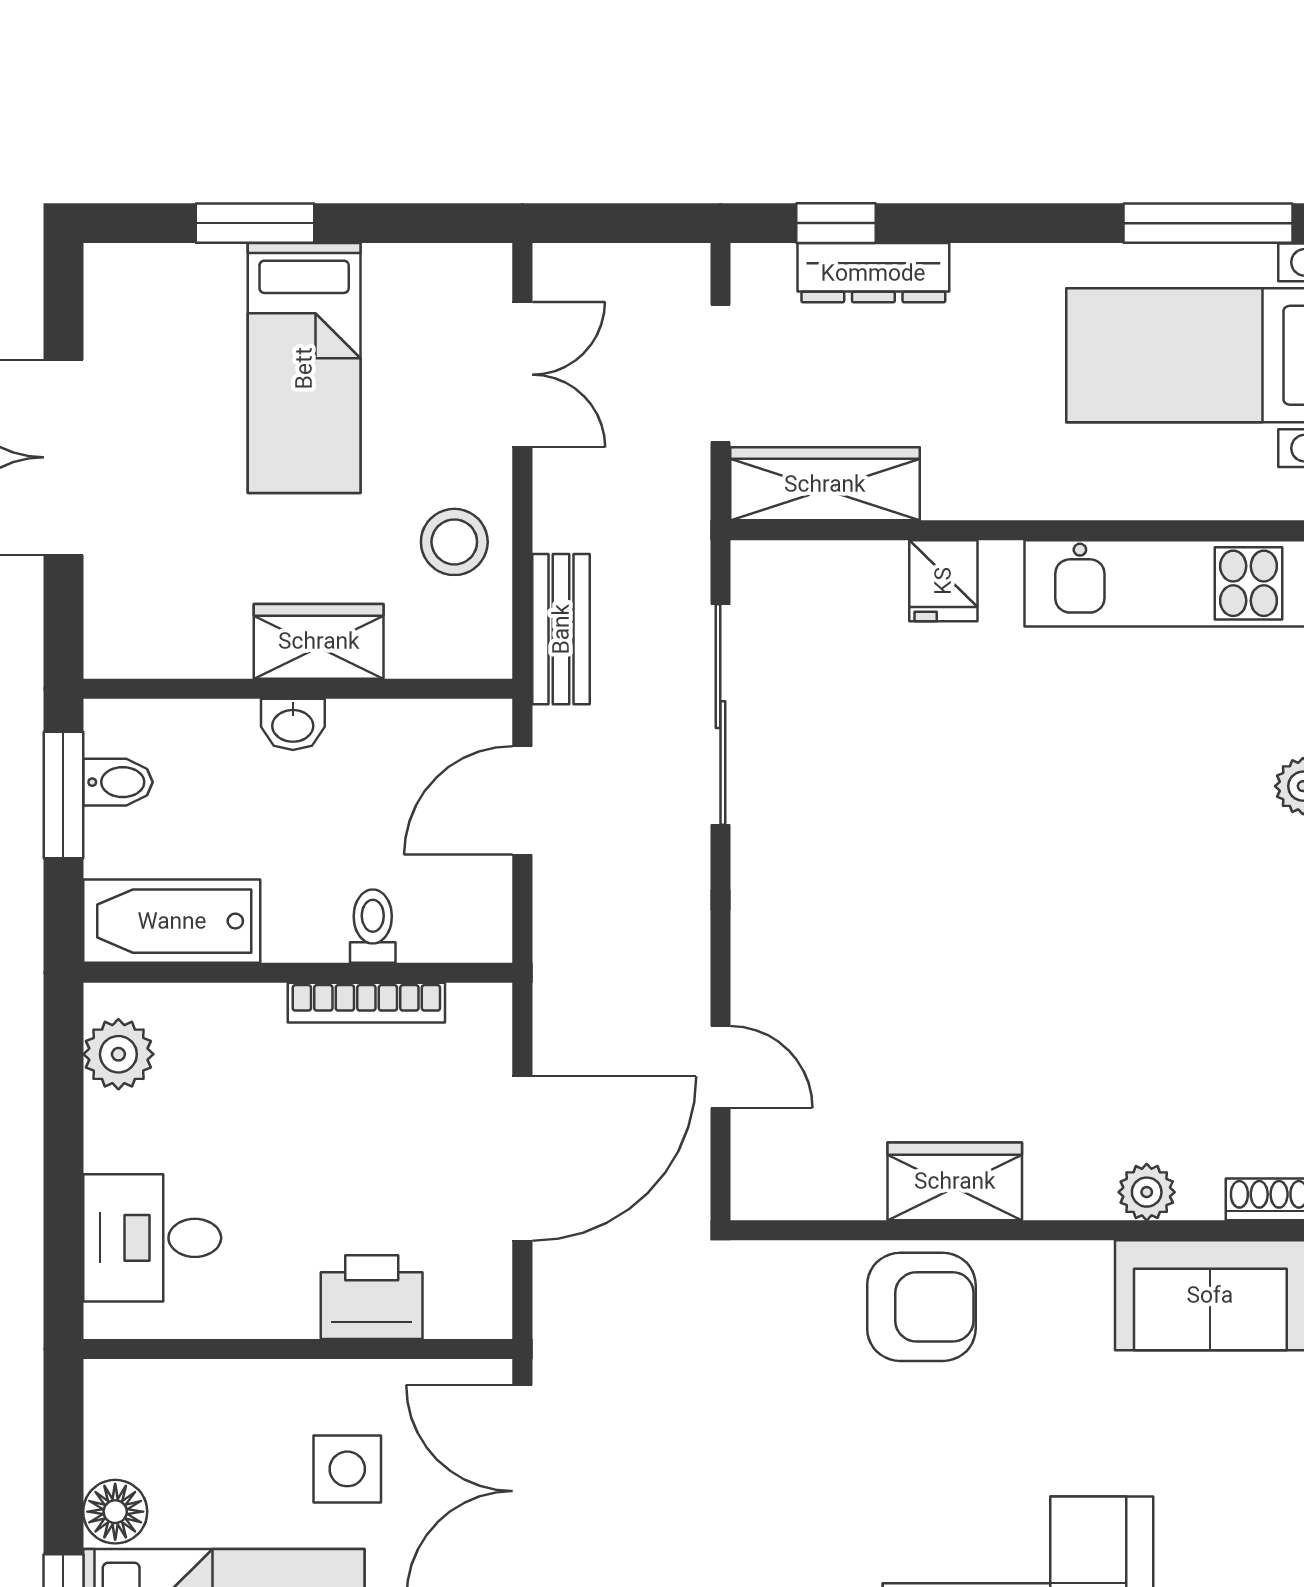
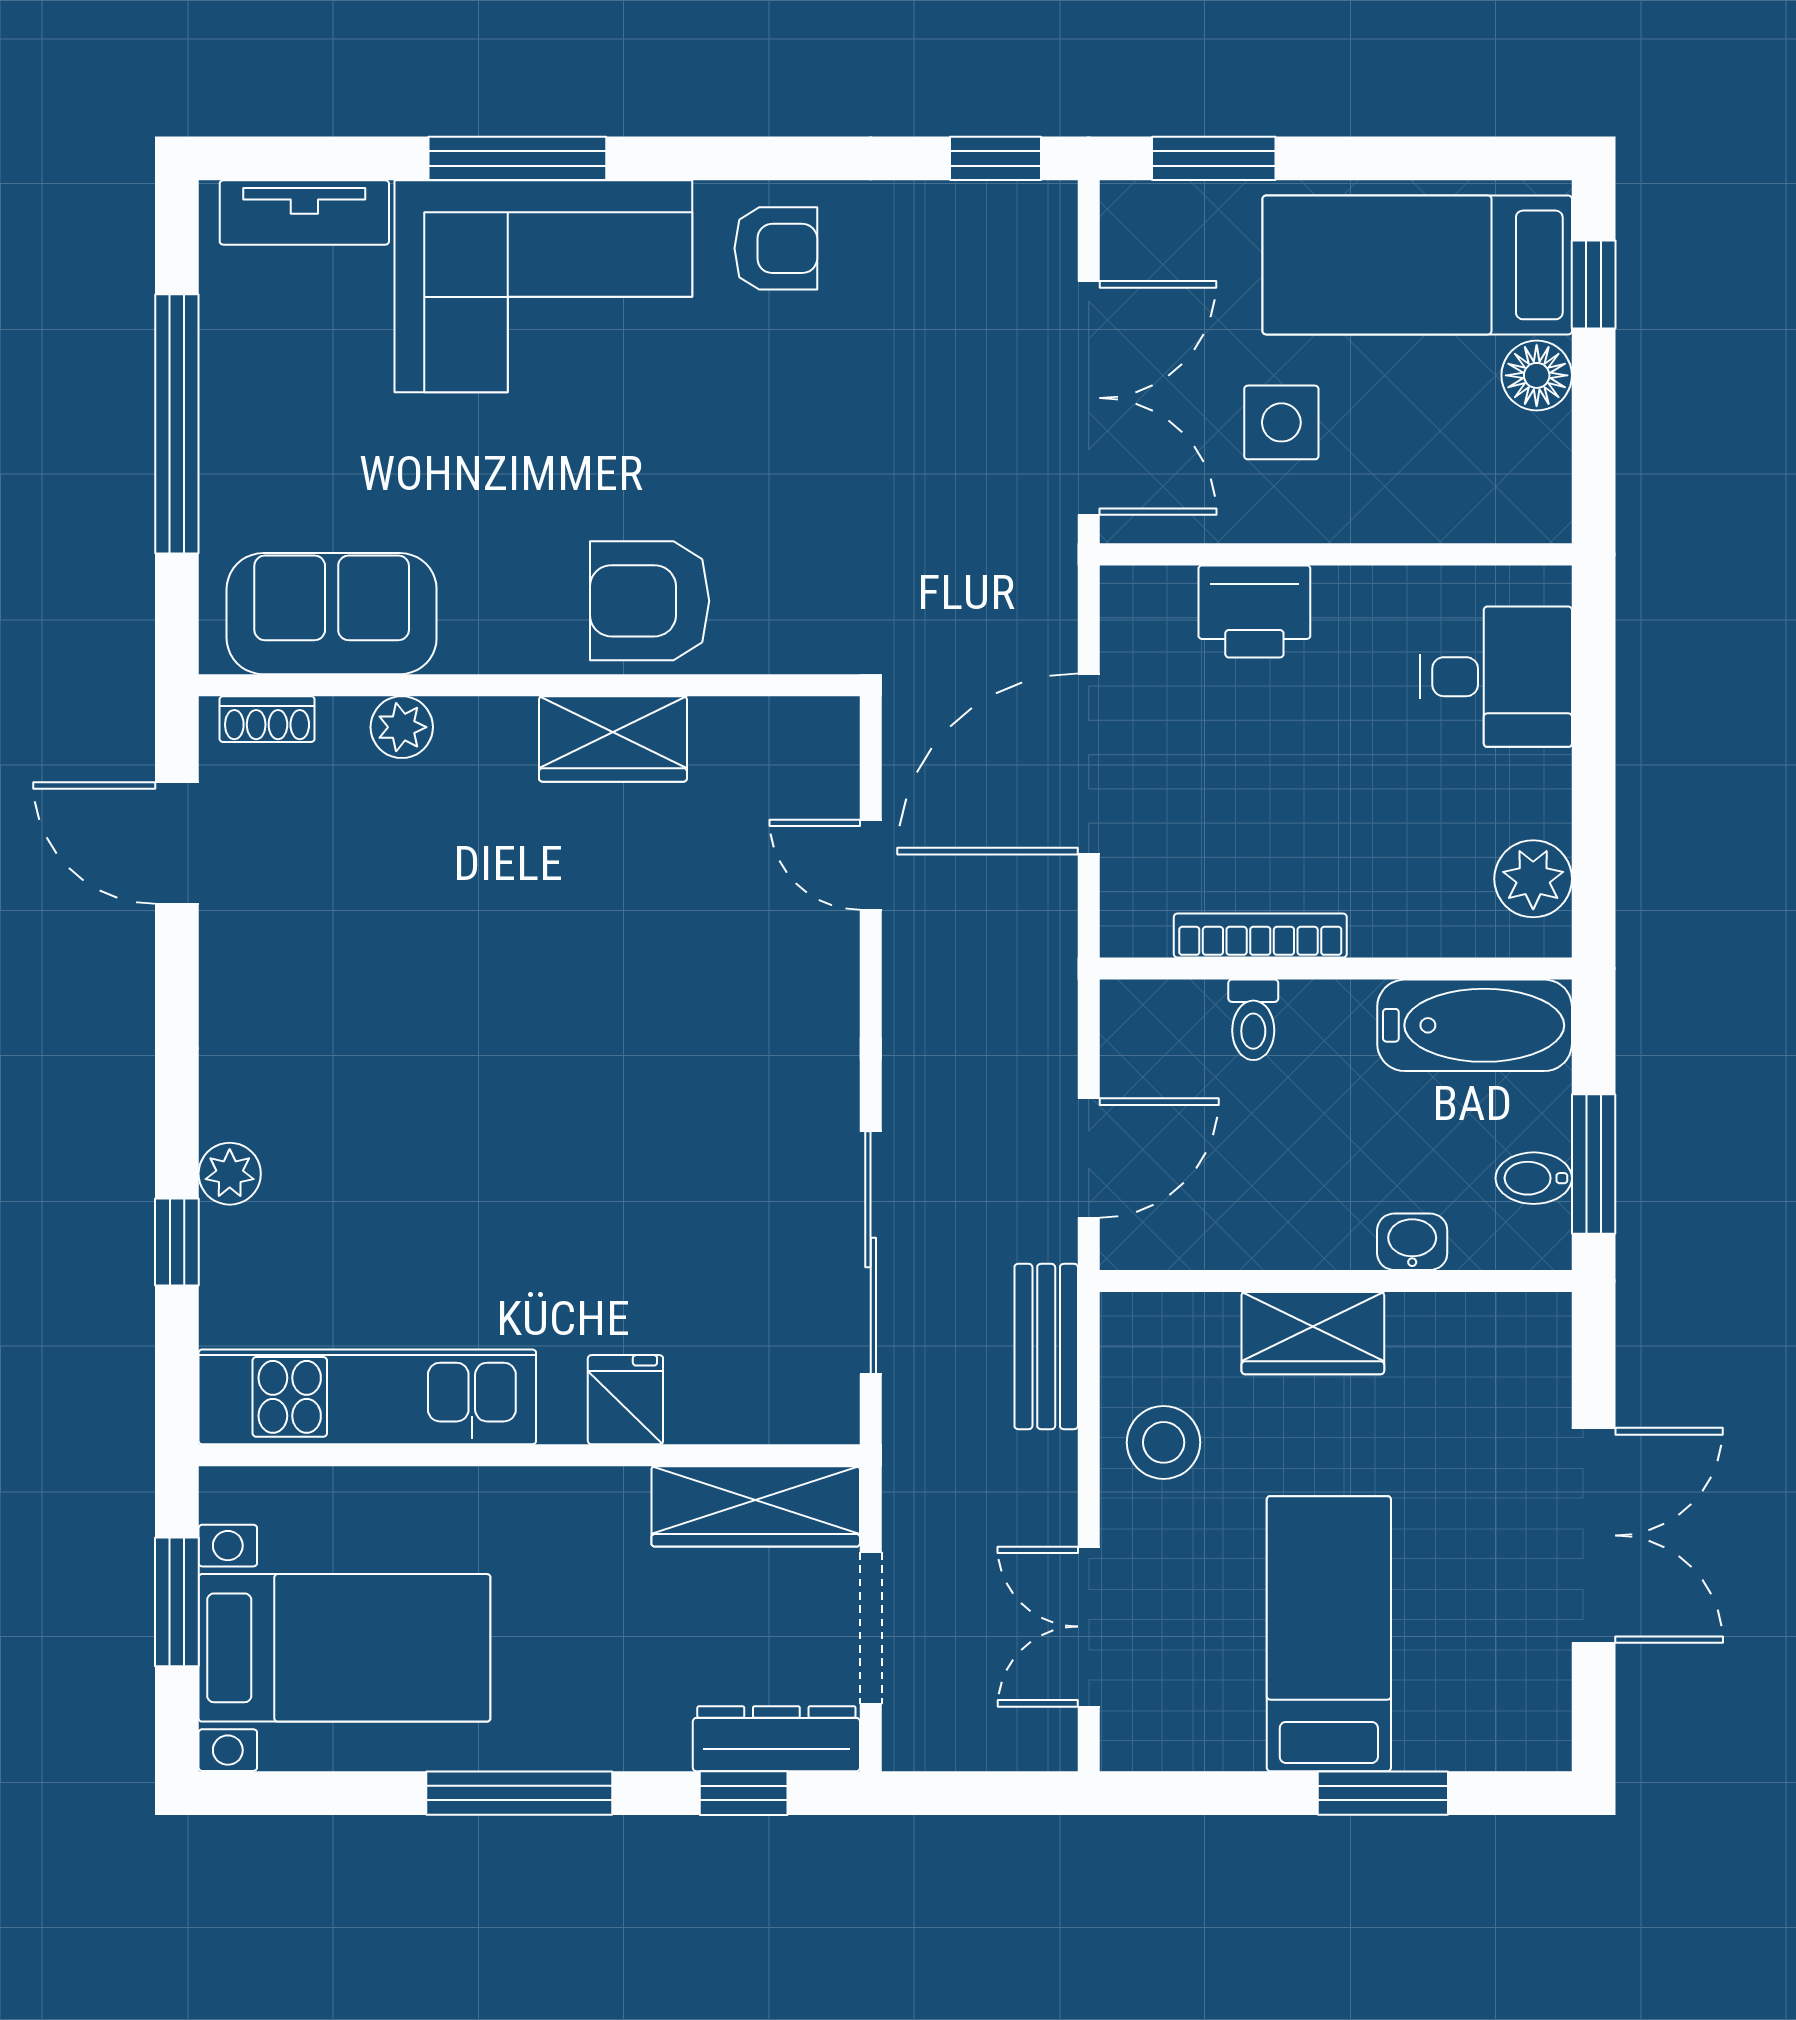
window: (1208, 223) -> (519, 1793), moved
dresser: (873, 273) -> (776, 1739), moved
washbasin: (293, 724) -> (1412, 1242), moved

